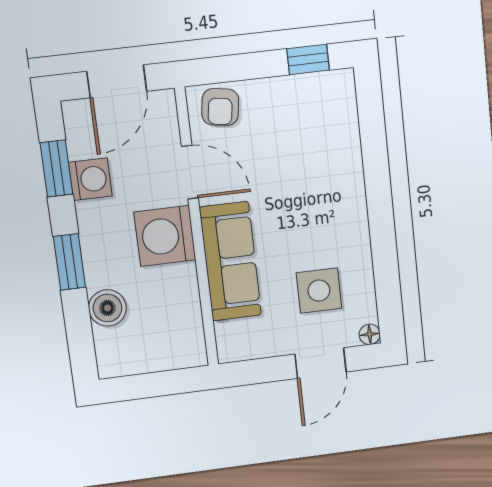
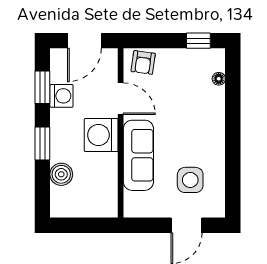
floor lamp: (370, 334) -> (219, 79), moved

